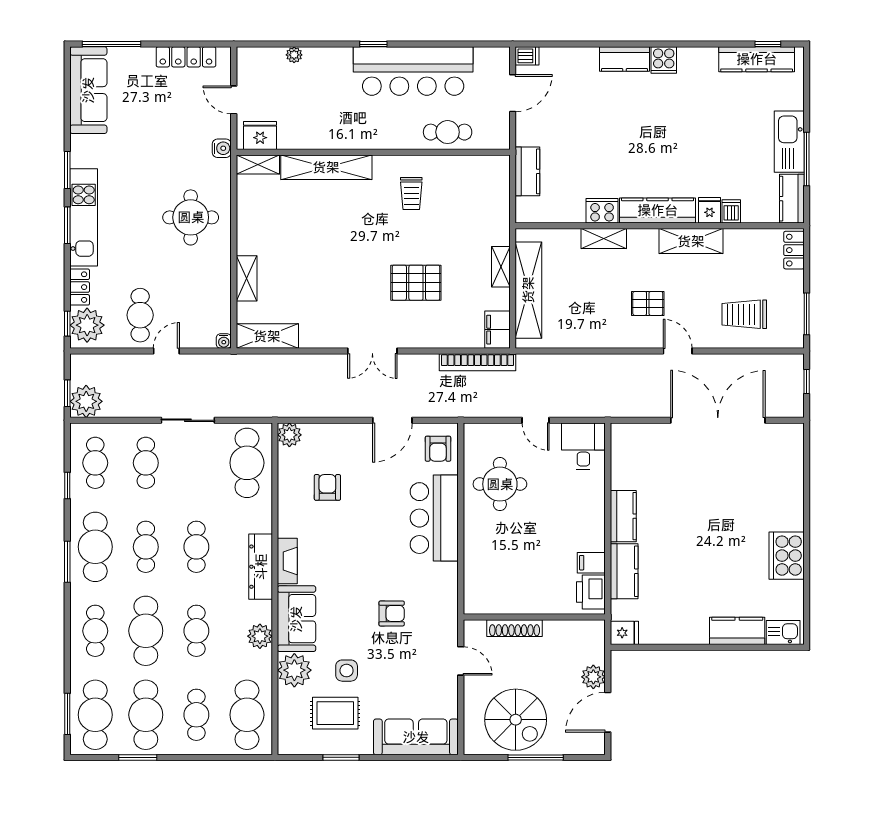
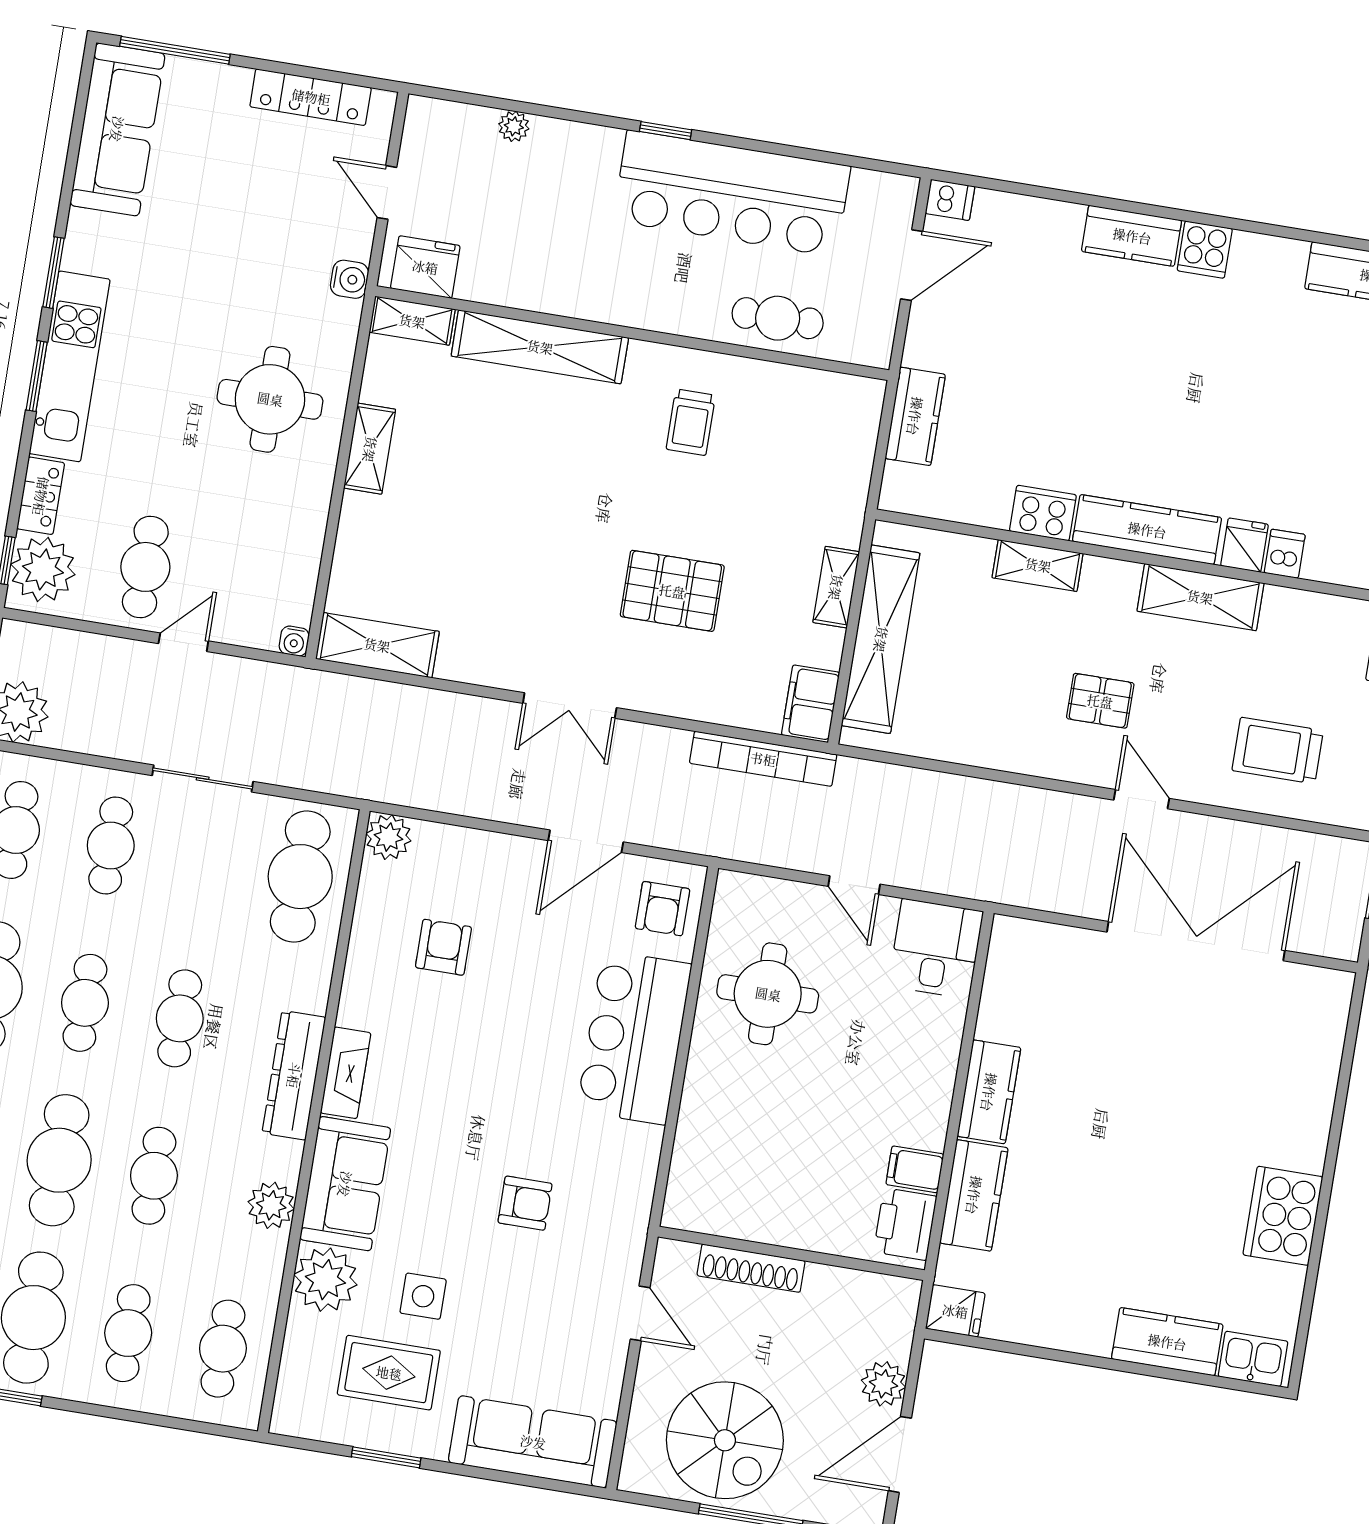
shelving: (247, 278) -> (370, 449), moved
cafe table: (247, 715) -> (223, 1349), width x0.73, depth x0.74

